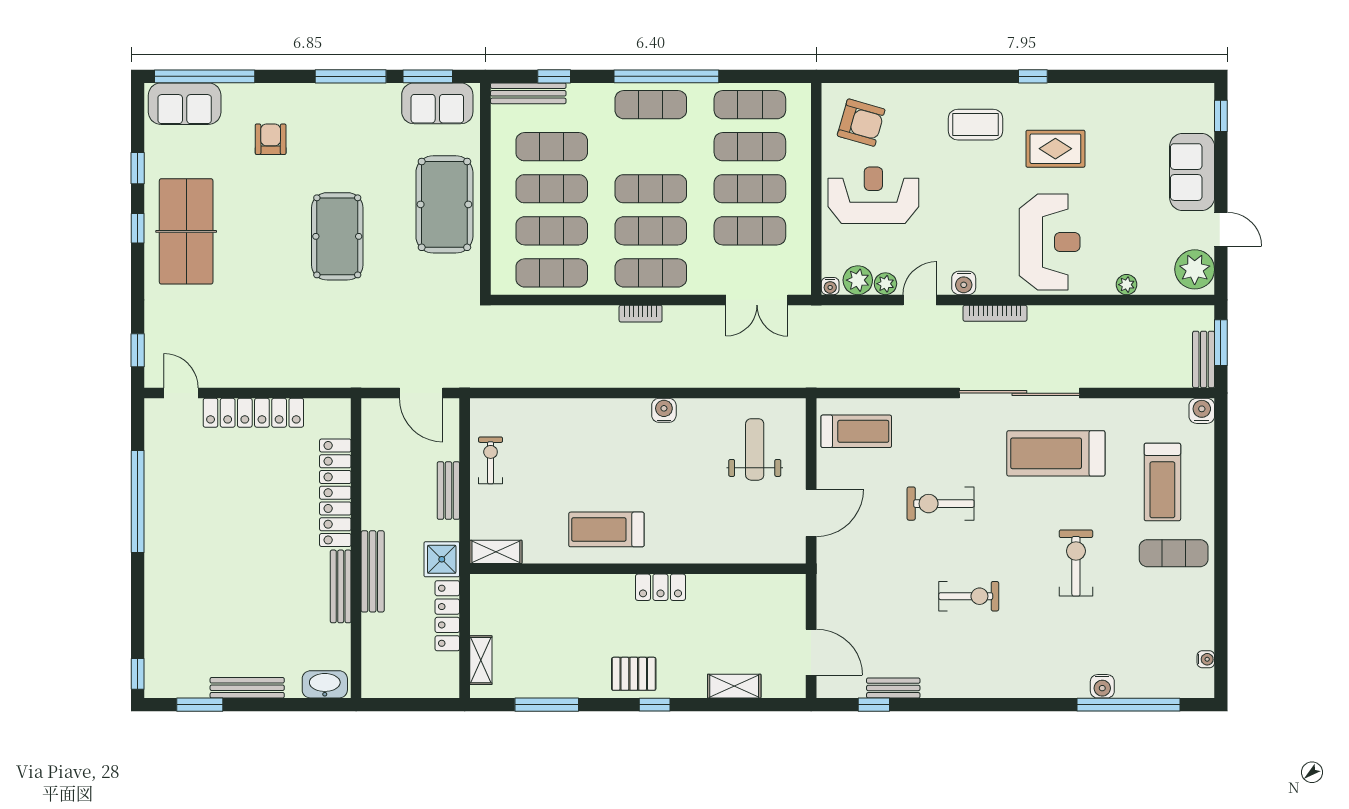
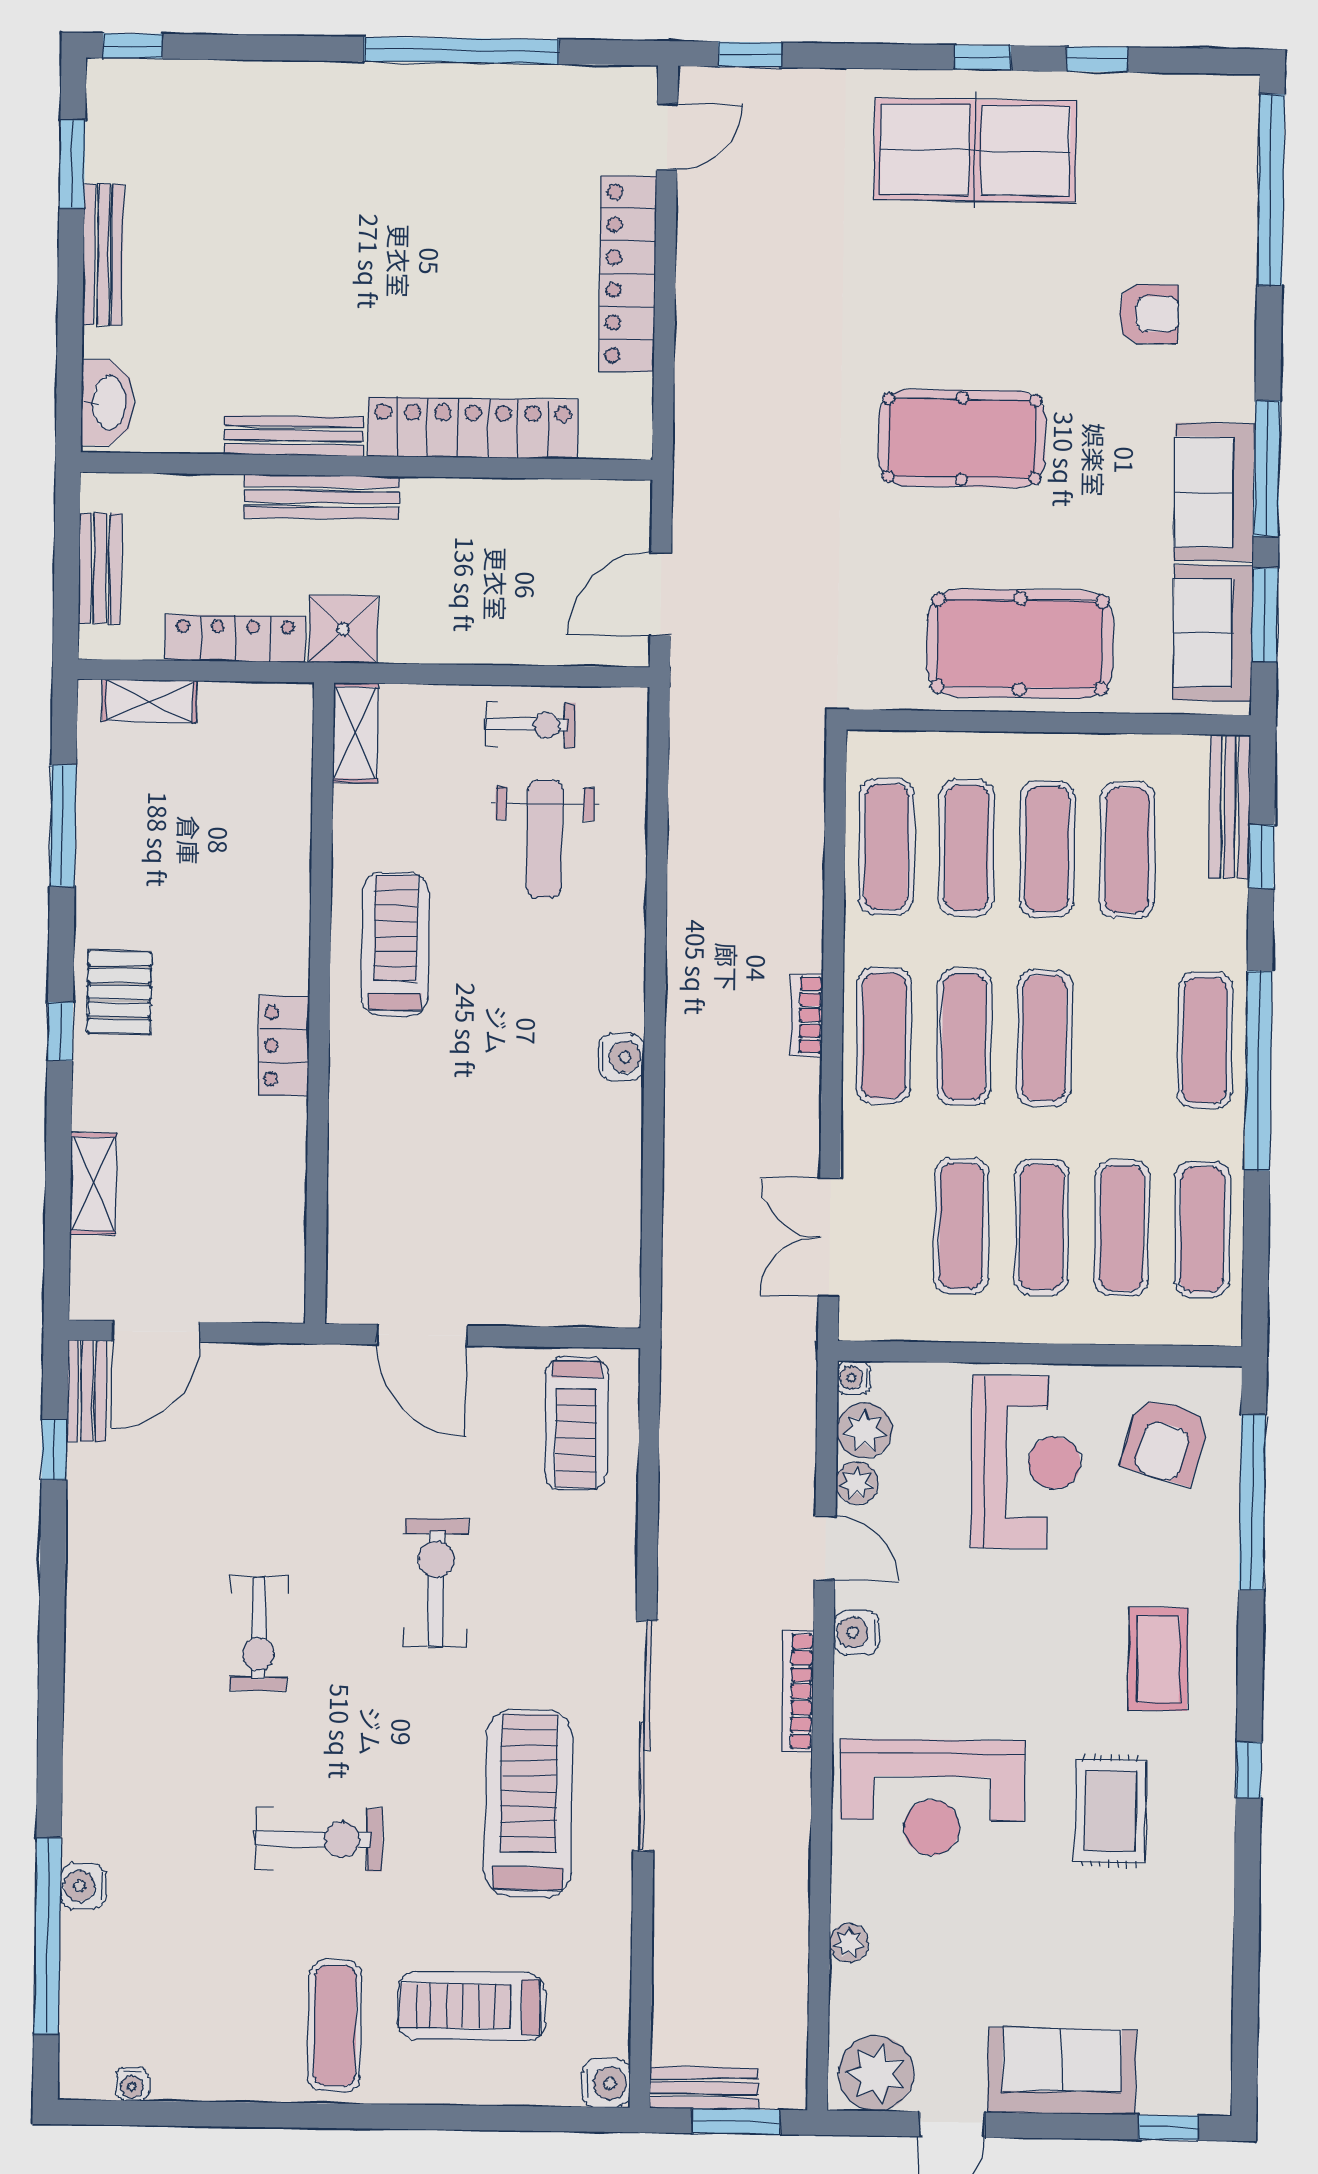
window: (893, 76) -> (1252, 1502), added
sofa: (185, 104) -> (1214, 492), moved
weight bench: (755, 449) -> (545, 839), moved, turned 90
bench: (448, 491) -> (100, 568), moved, turned 90
bench: (893, 688) -> (87, 1391), moved

